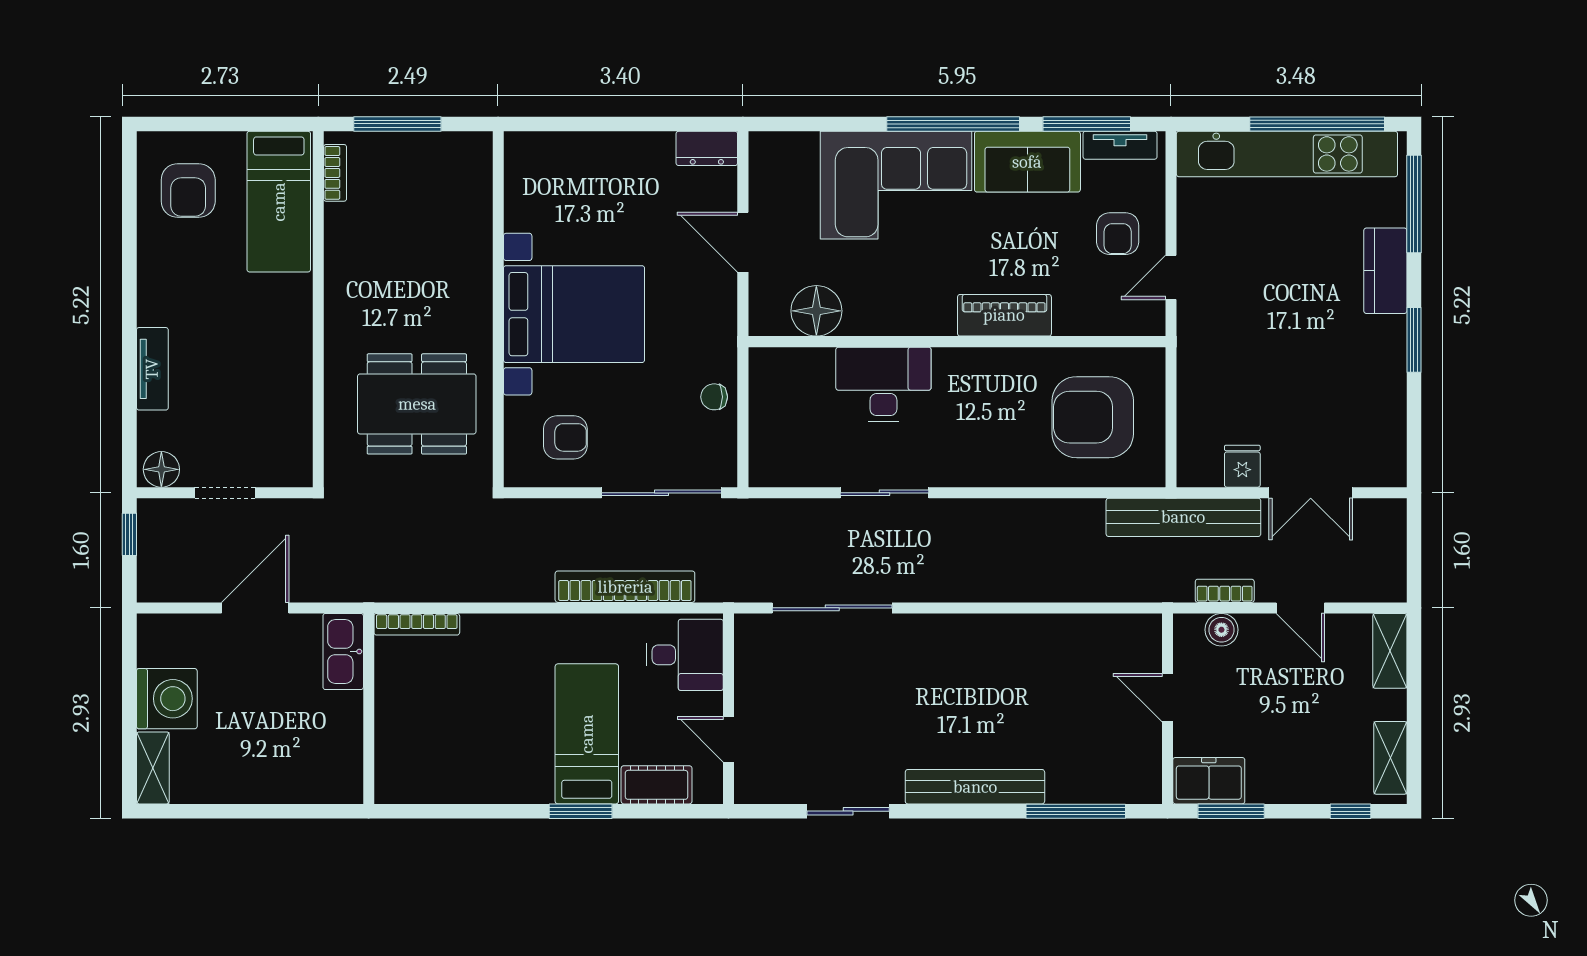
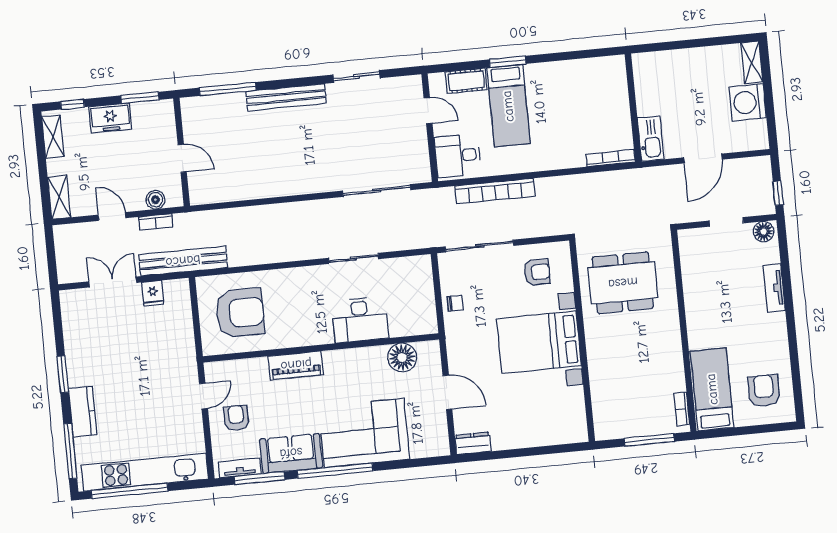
armchair: (565, 437) -> (537, 272), turned 180
freezer: (1209, 781) -> (110, 118), moved

